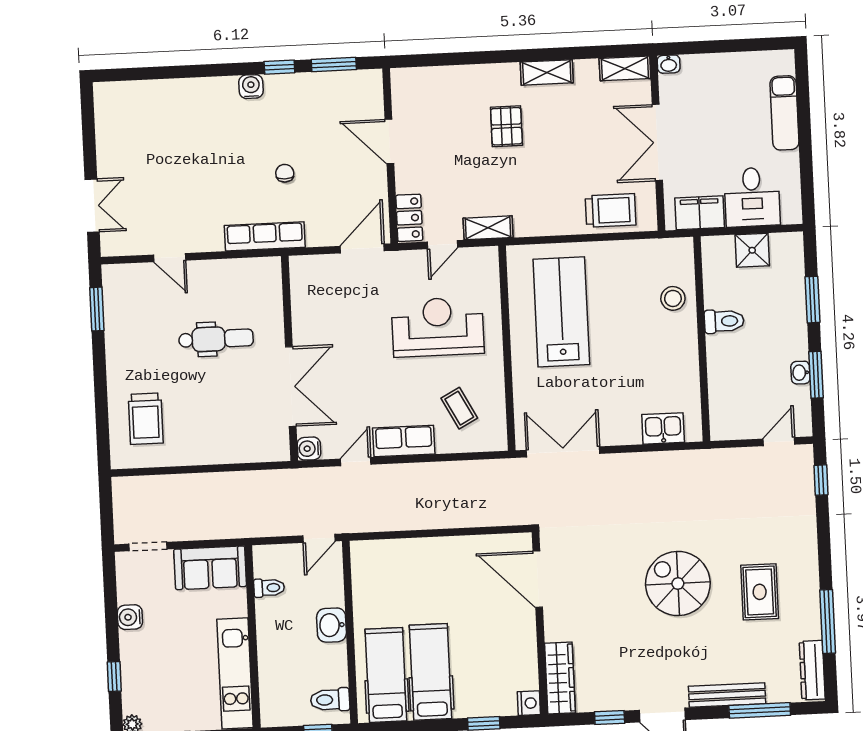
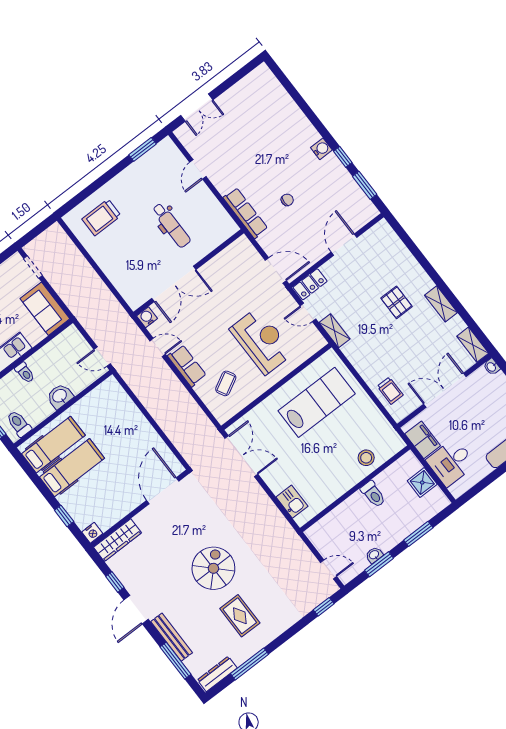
pallet: (506, 126) -> (397, 302), turned 90
trolley: (611, 210) -> (390, 391), width x0.73, depth x0.72
toilet: (269, 588) -> (25, 373), moved
rug: (760, 592) -> (240, 616), turned 90

